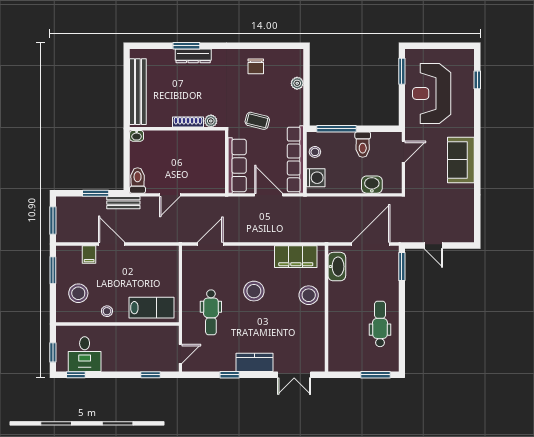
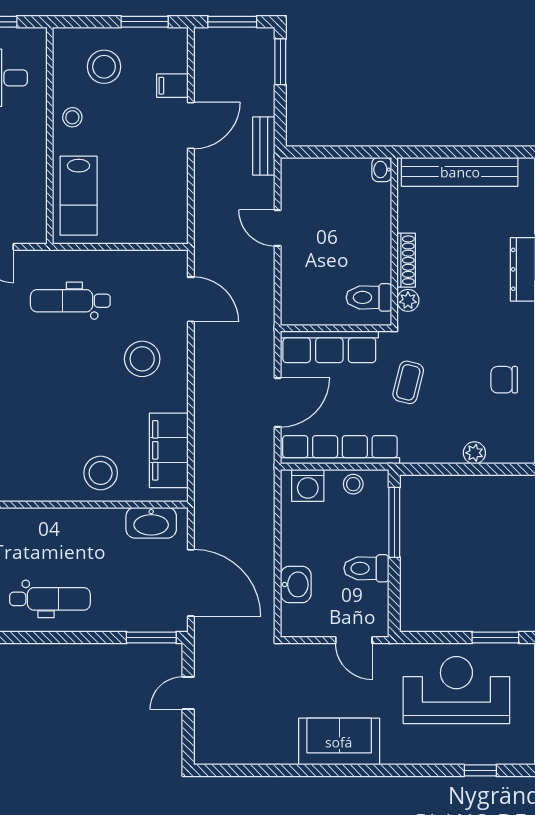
toilet: (138, 180) -> (369, 297), moved, turned 180
window: (96, 193) -> (280, 62), moved
stool: (254, 291) -> (142, 359), moved

